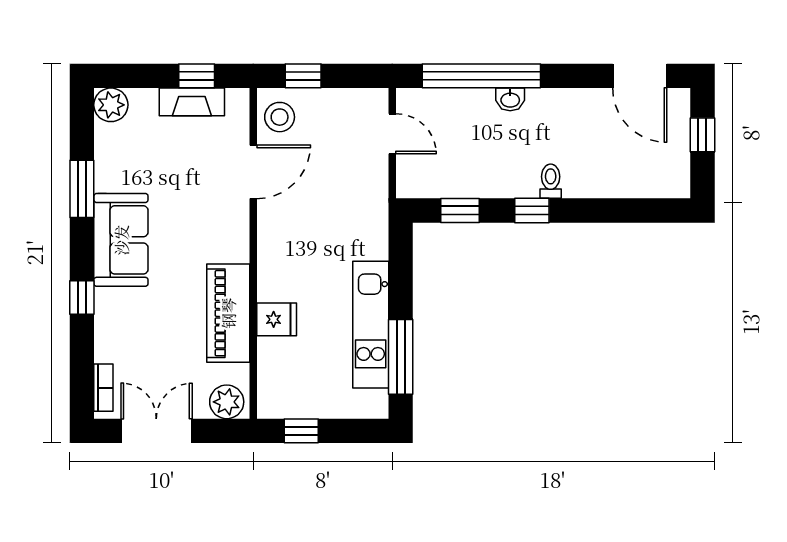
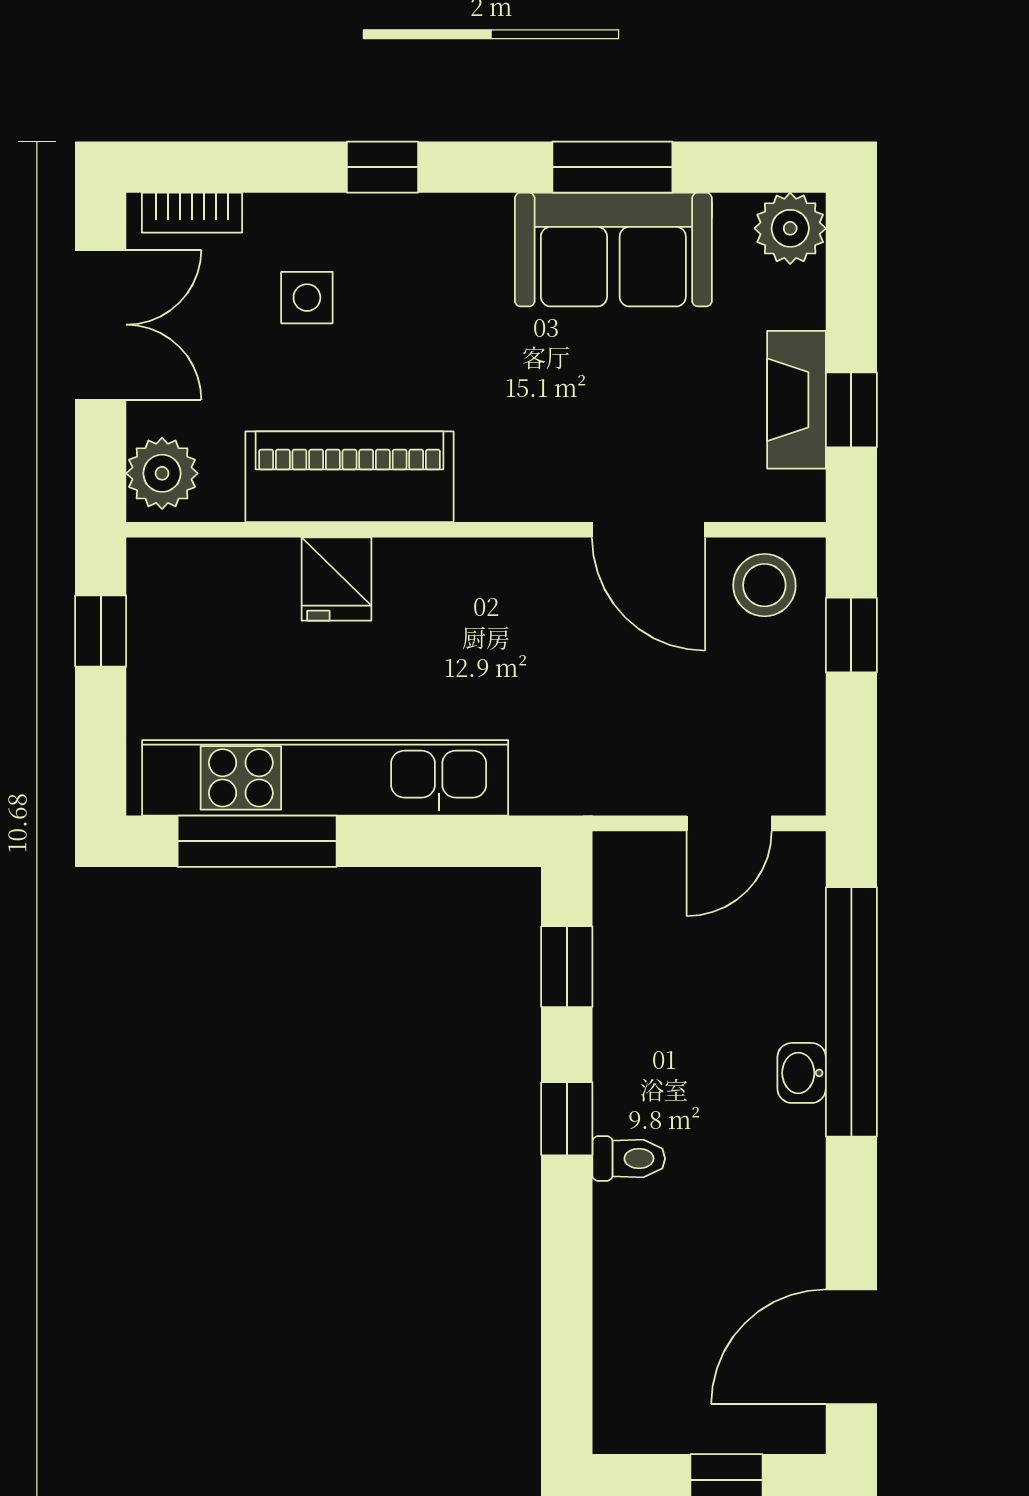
sofa: (121, 240) -> (613, 250), moved
kitchen unit: (371, 325) -> (325, 778), width x1.36
side table: (144, 333) -> (307, 298), added

